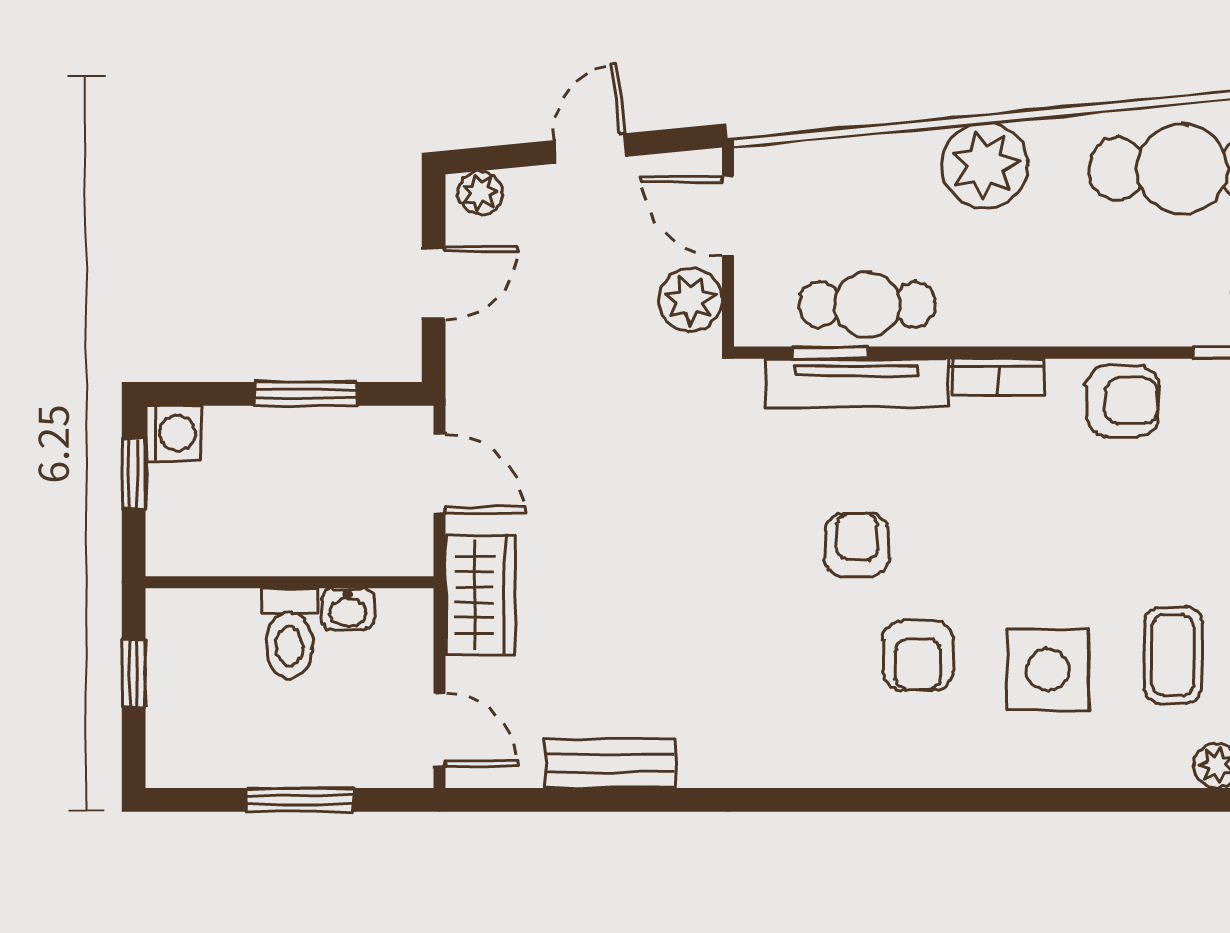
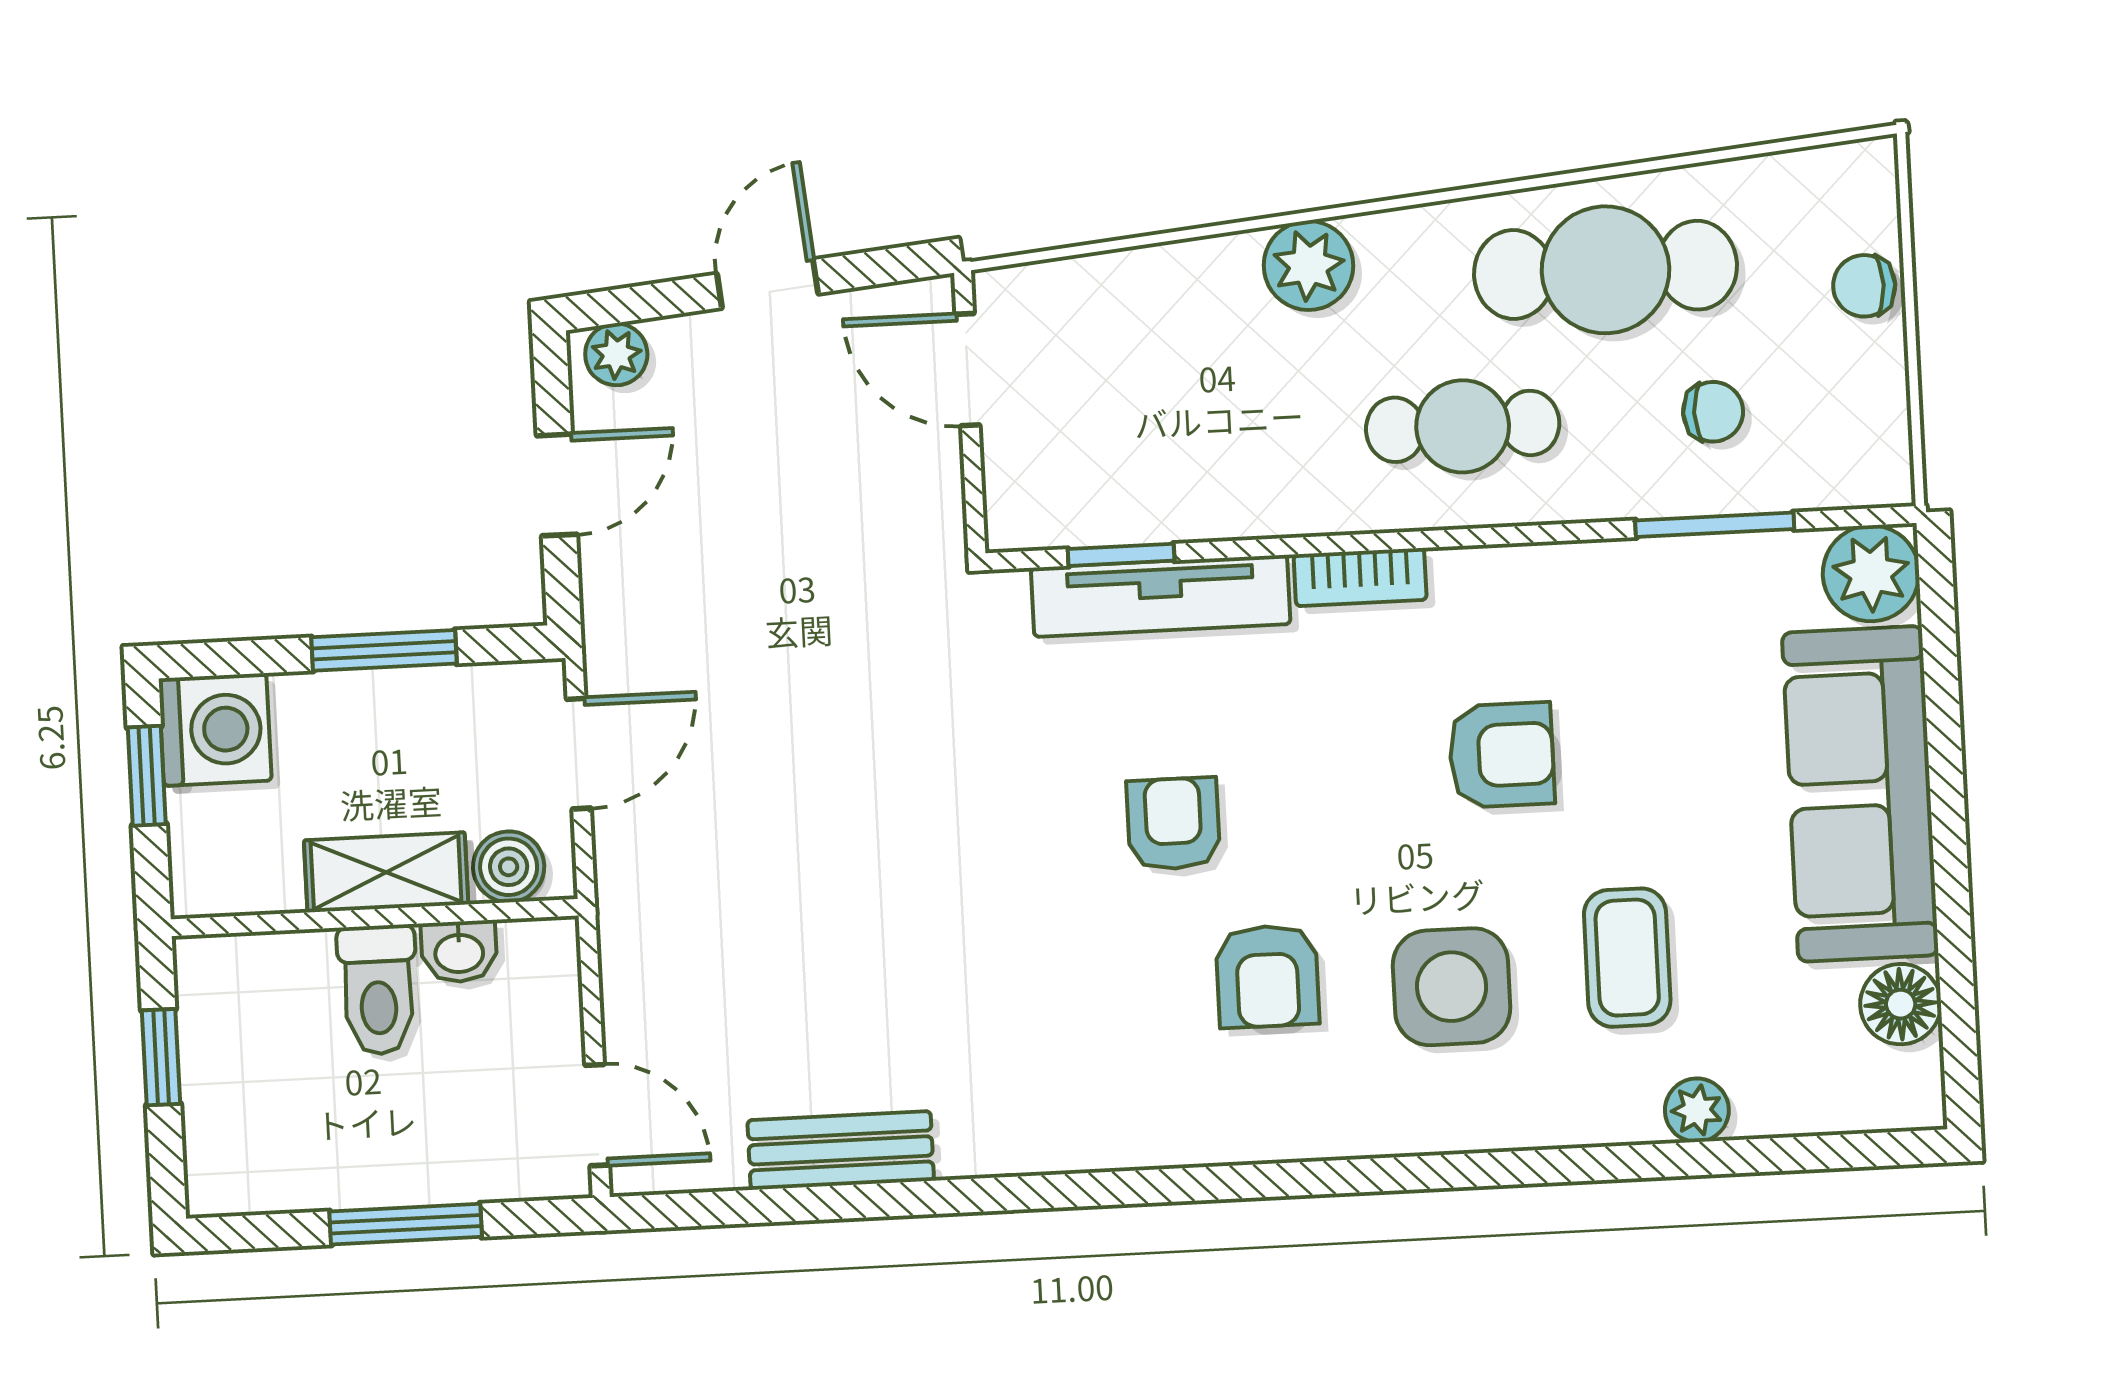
plant: (985, 165) -> (1308, 266), width x0.73, depth x0.73
plant: (690, 300) -> (920, 490), removed
cafe table: (867, 304) -> (1463, 426), moved
armchair: (1123, 401) -> (1502, 755), moved
washing machine: (173, 433) -> (215, 730), width x1.38, depth x1.38
door: (440, 474) -> (579, 754), hinge flipped
shelving: (299, 551) -> (386, 872), added
boiler: (386, 551) -> (509, 867), added
wardrobe: (480, 594) -> (645, 921), removed

